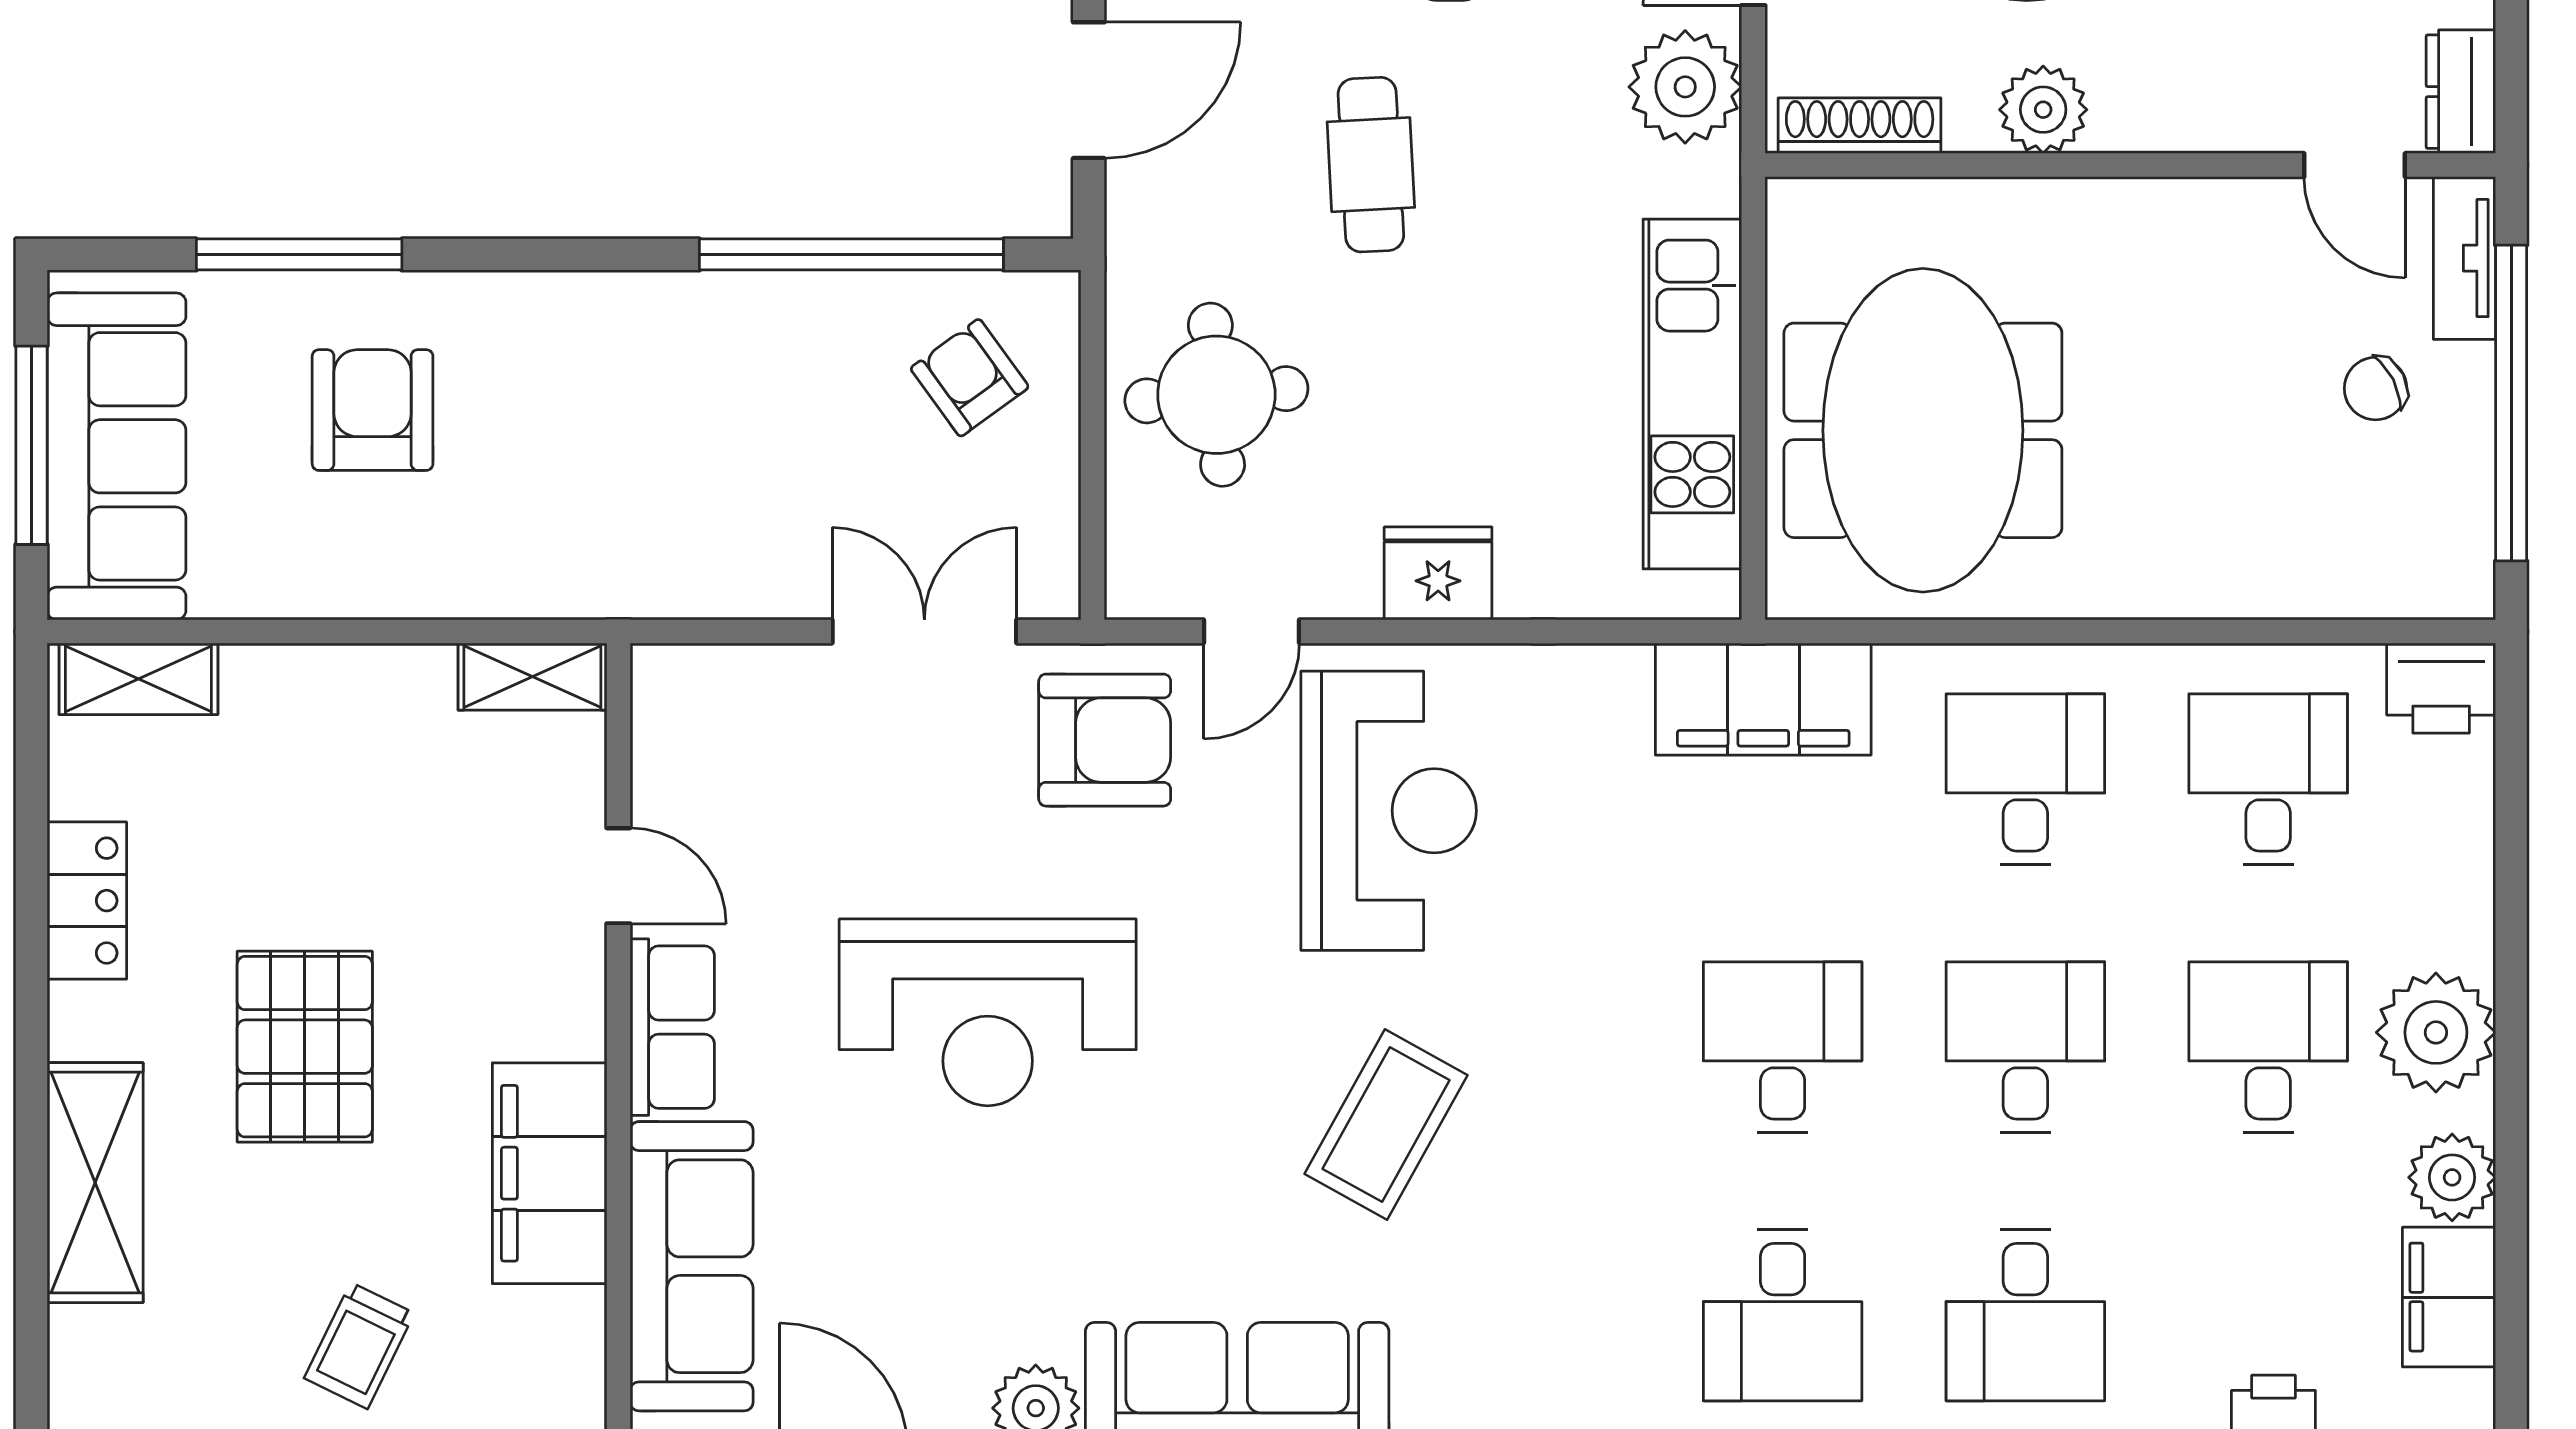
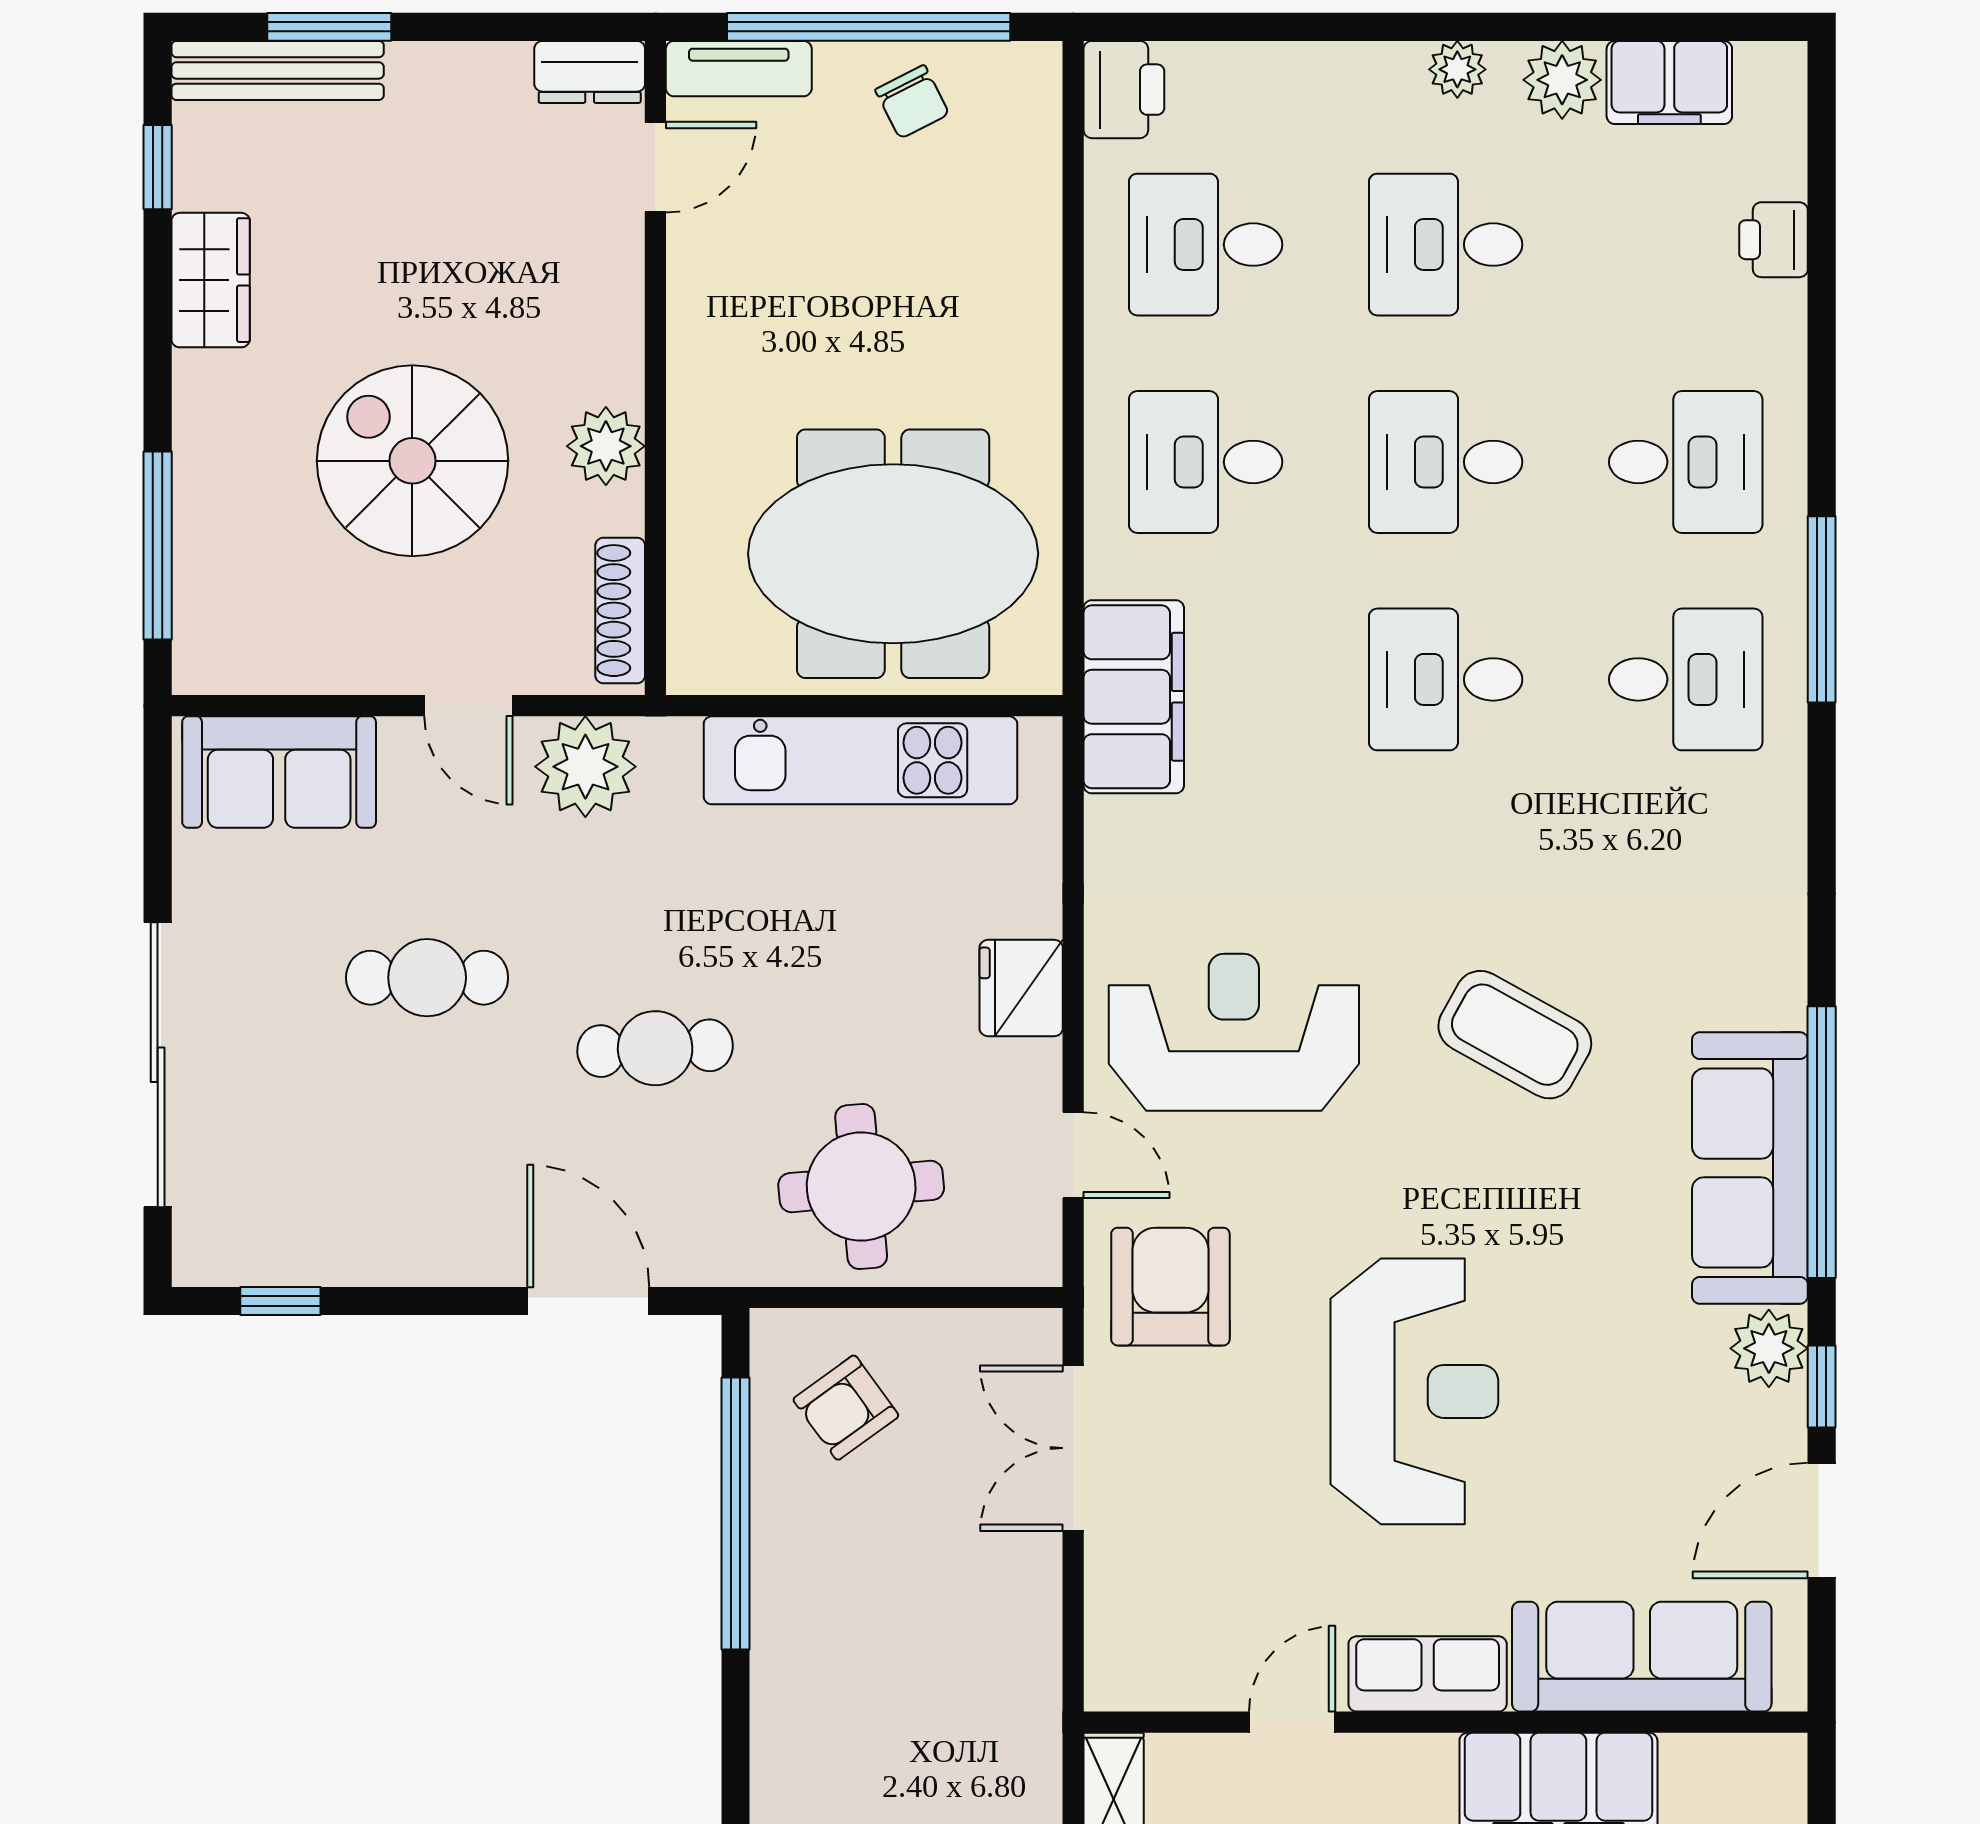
chair: (2376, 389) -> (912, 102), moved
plant: (2436, 1032) -> (1457, 69), width x0.53, depth x0.53

